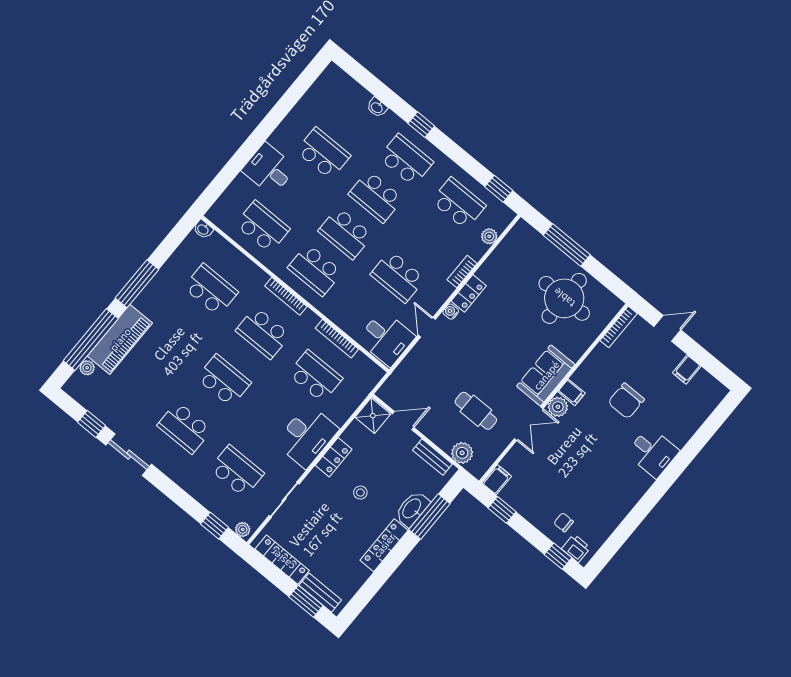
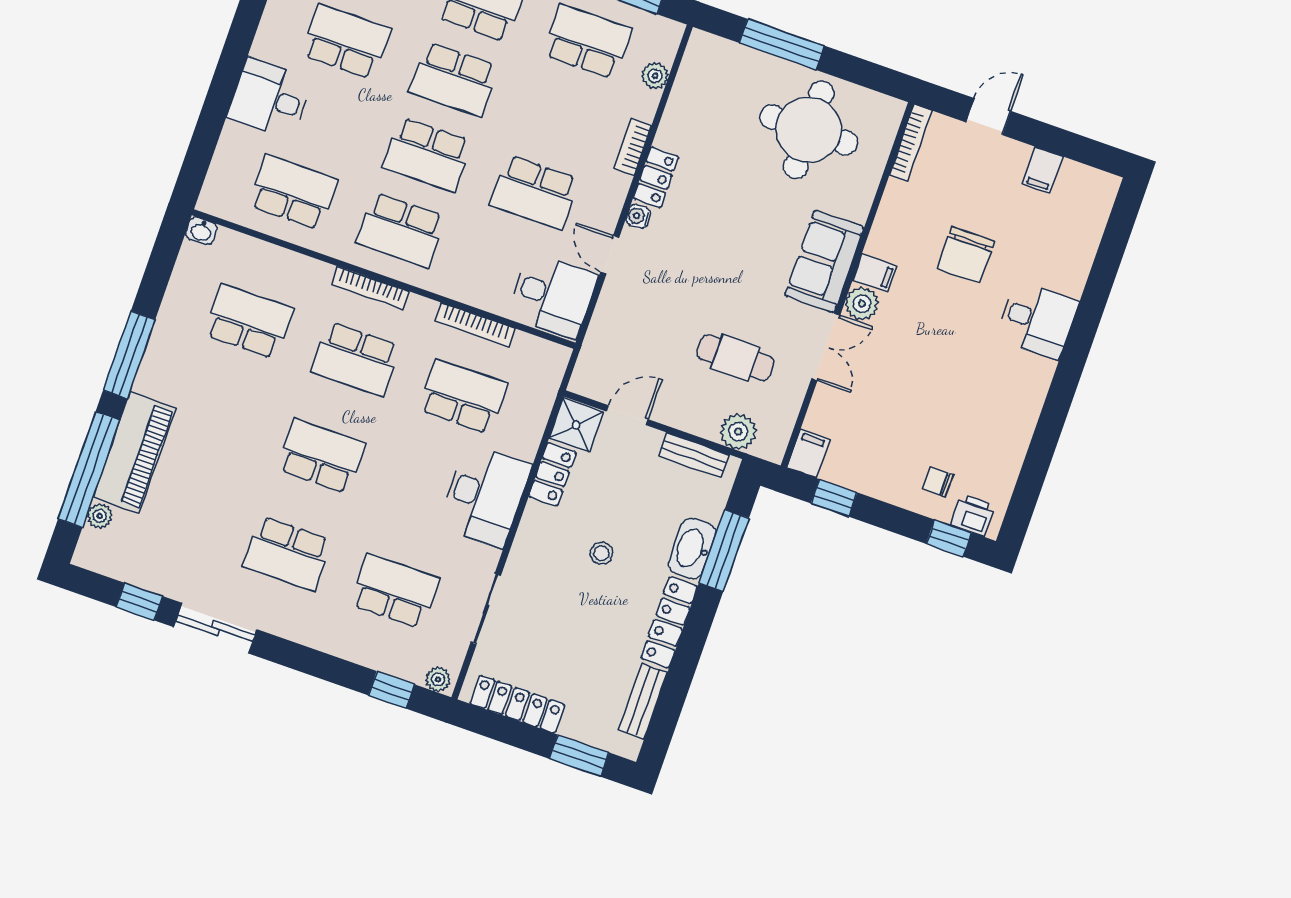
locker: (334, 457) -> (553, 474), moved
bench: (320, 593) -> (643, 701), moved, turned 90

